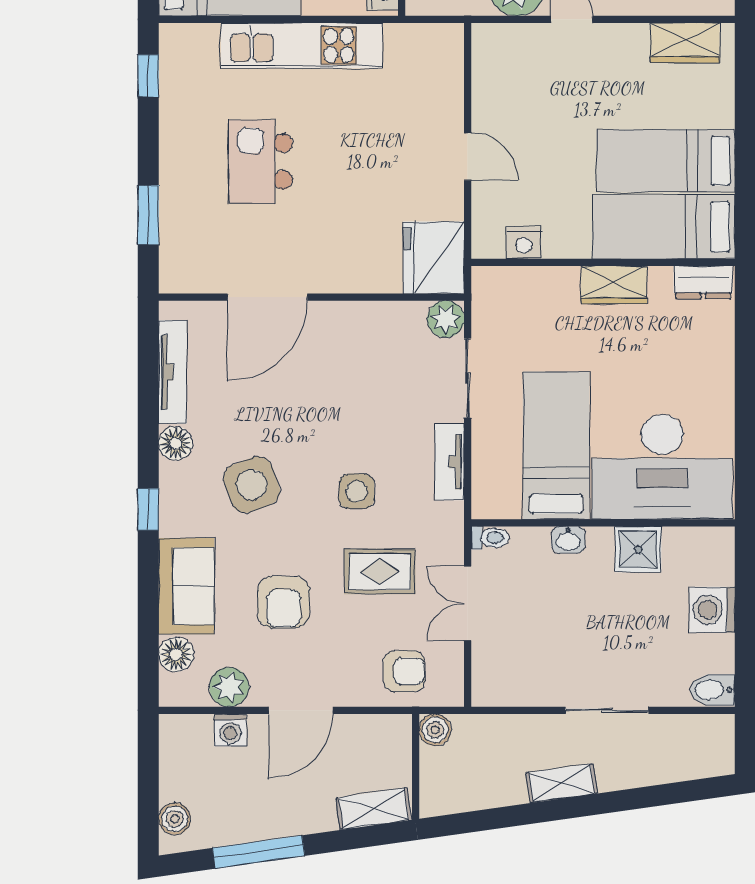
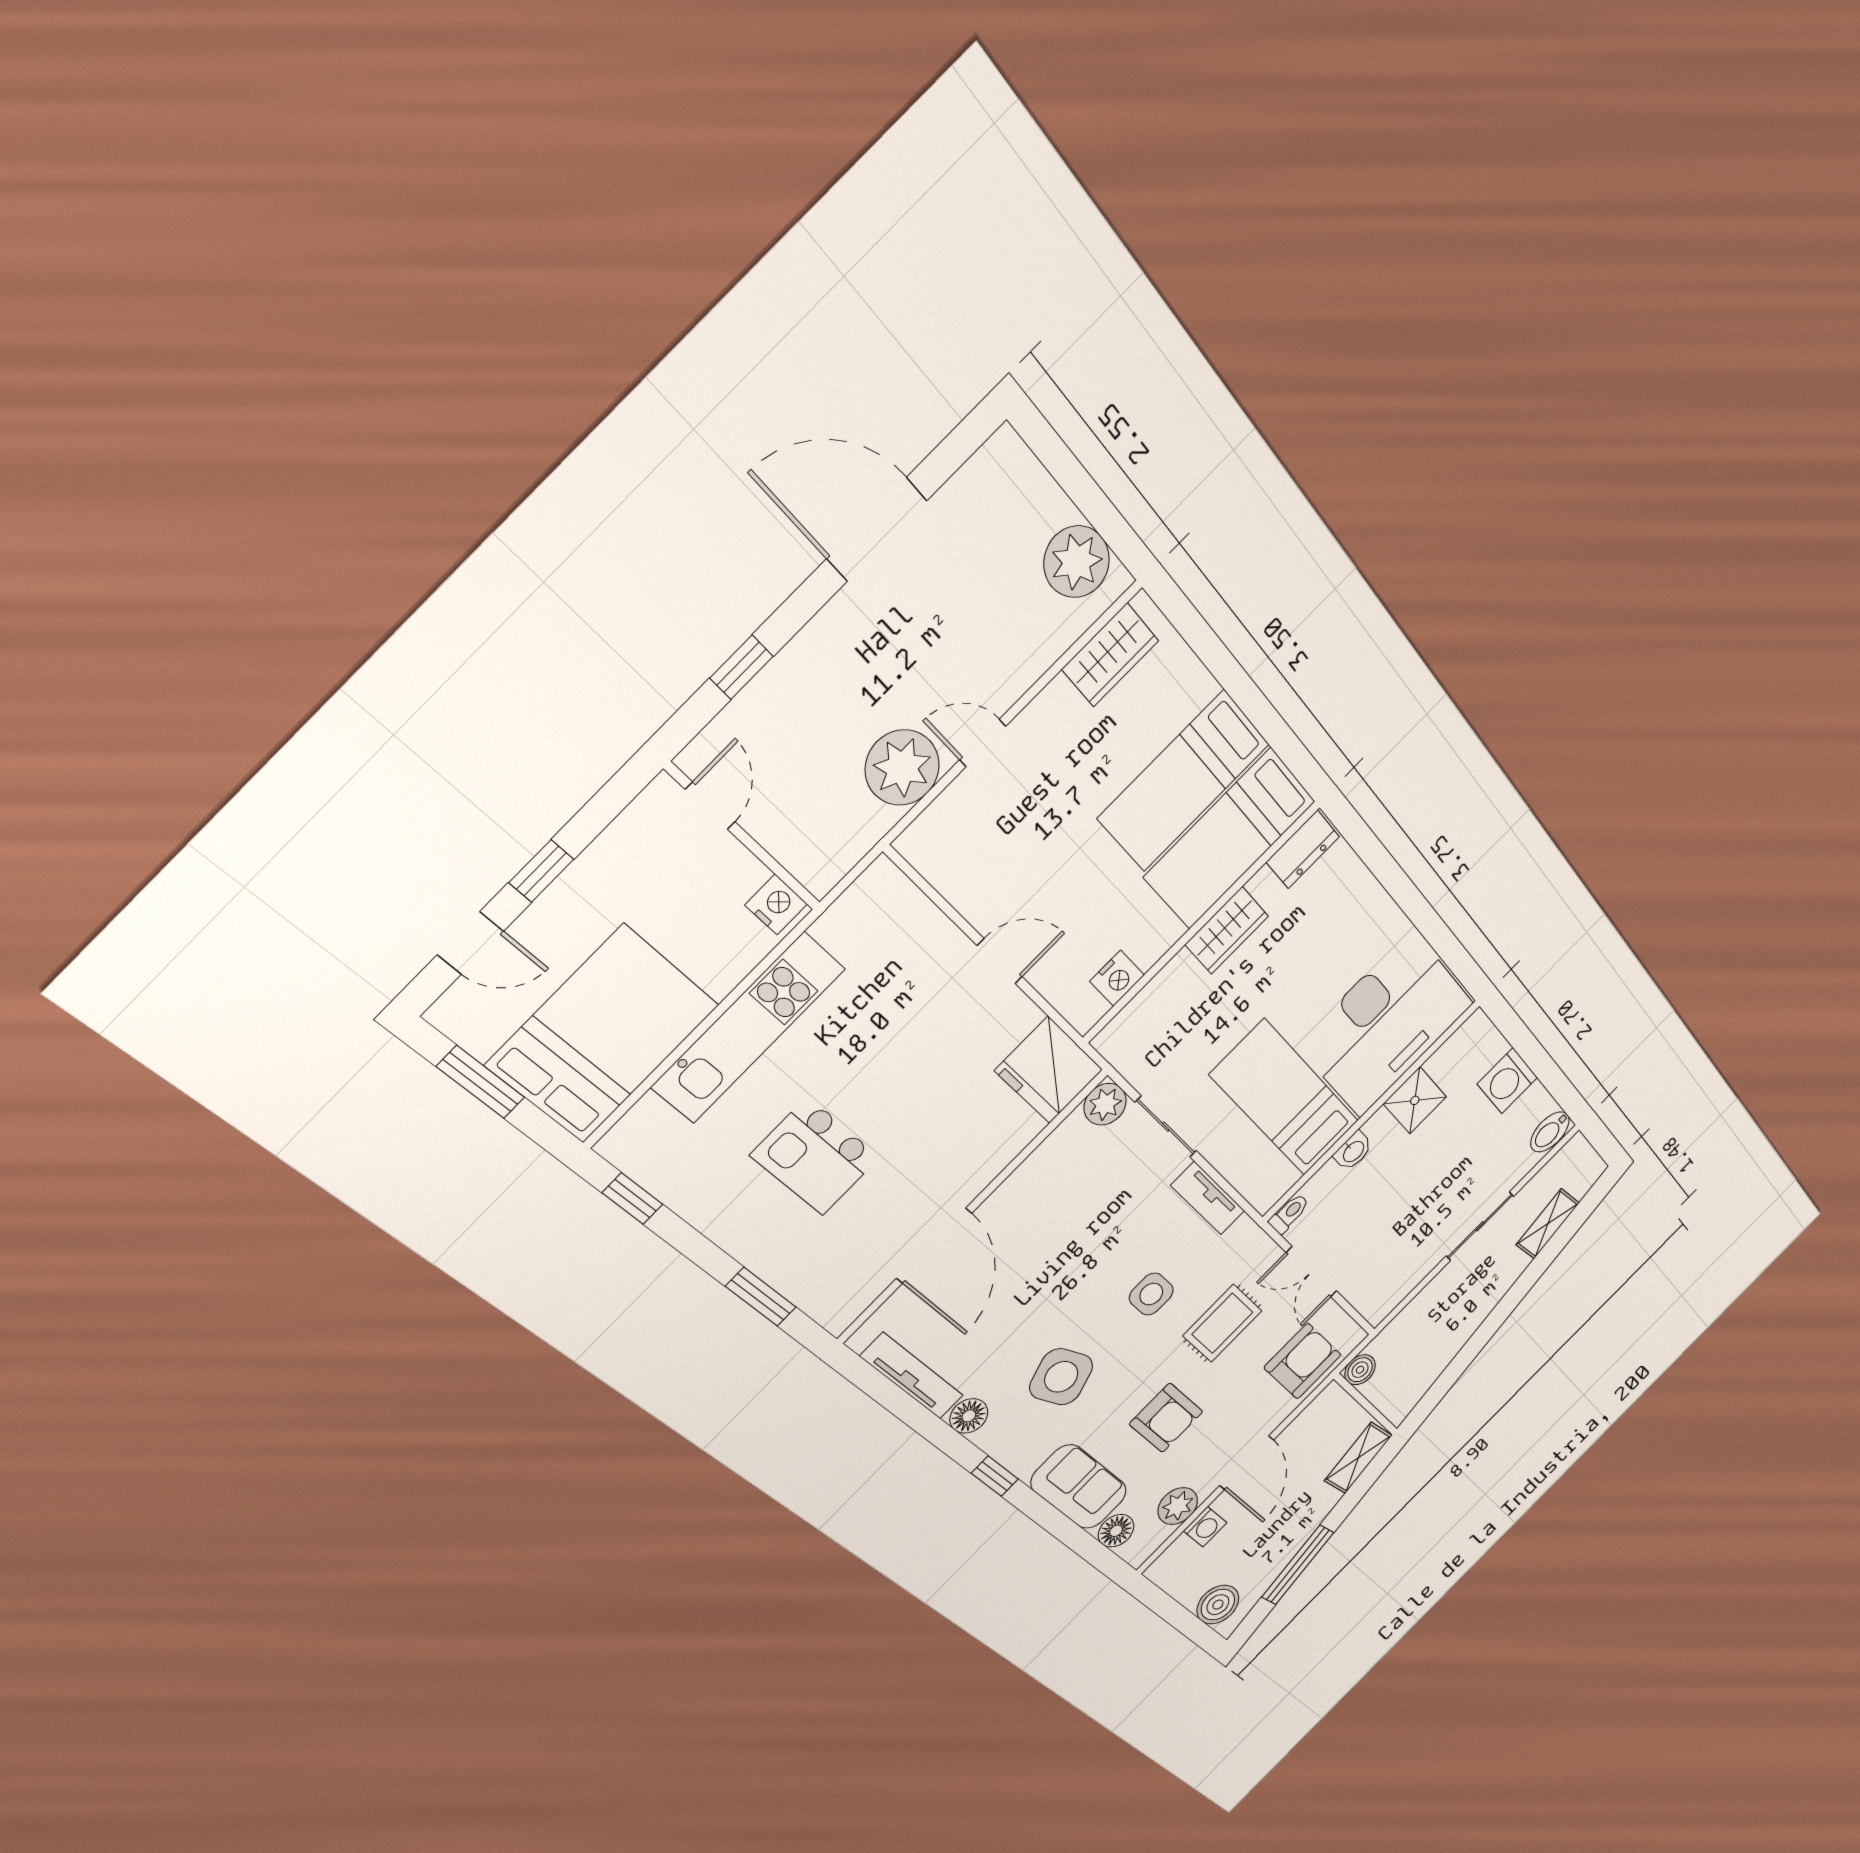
armchair: (404, 671) -> (1303, 1361), width x1.38, depth x1.38
shelving: (562, 783) -> (1548, 1224), moved
boiler: (175, 819) -> (1218, 1605), width x1.36, depth x1.36

